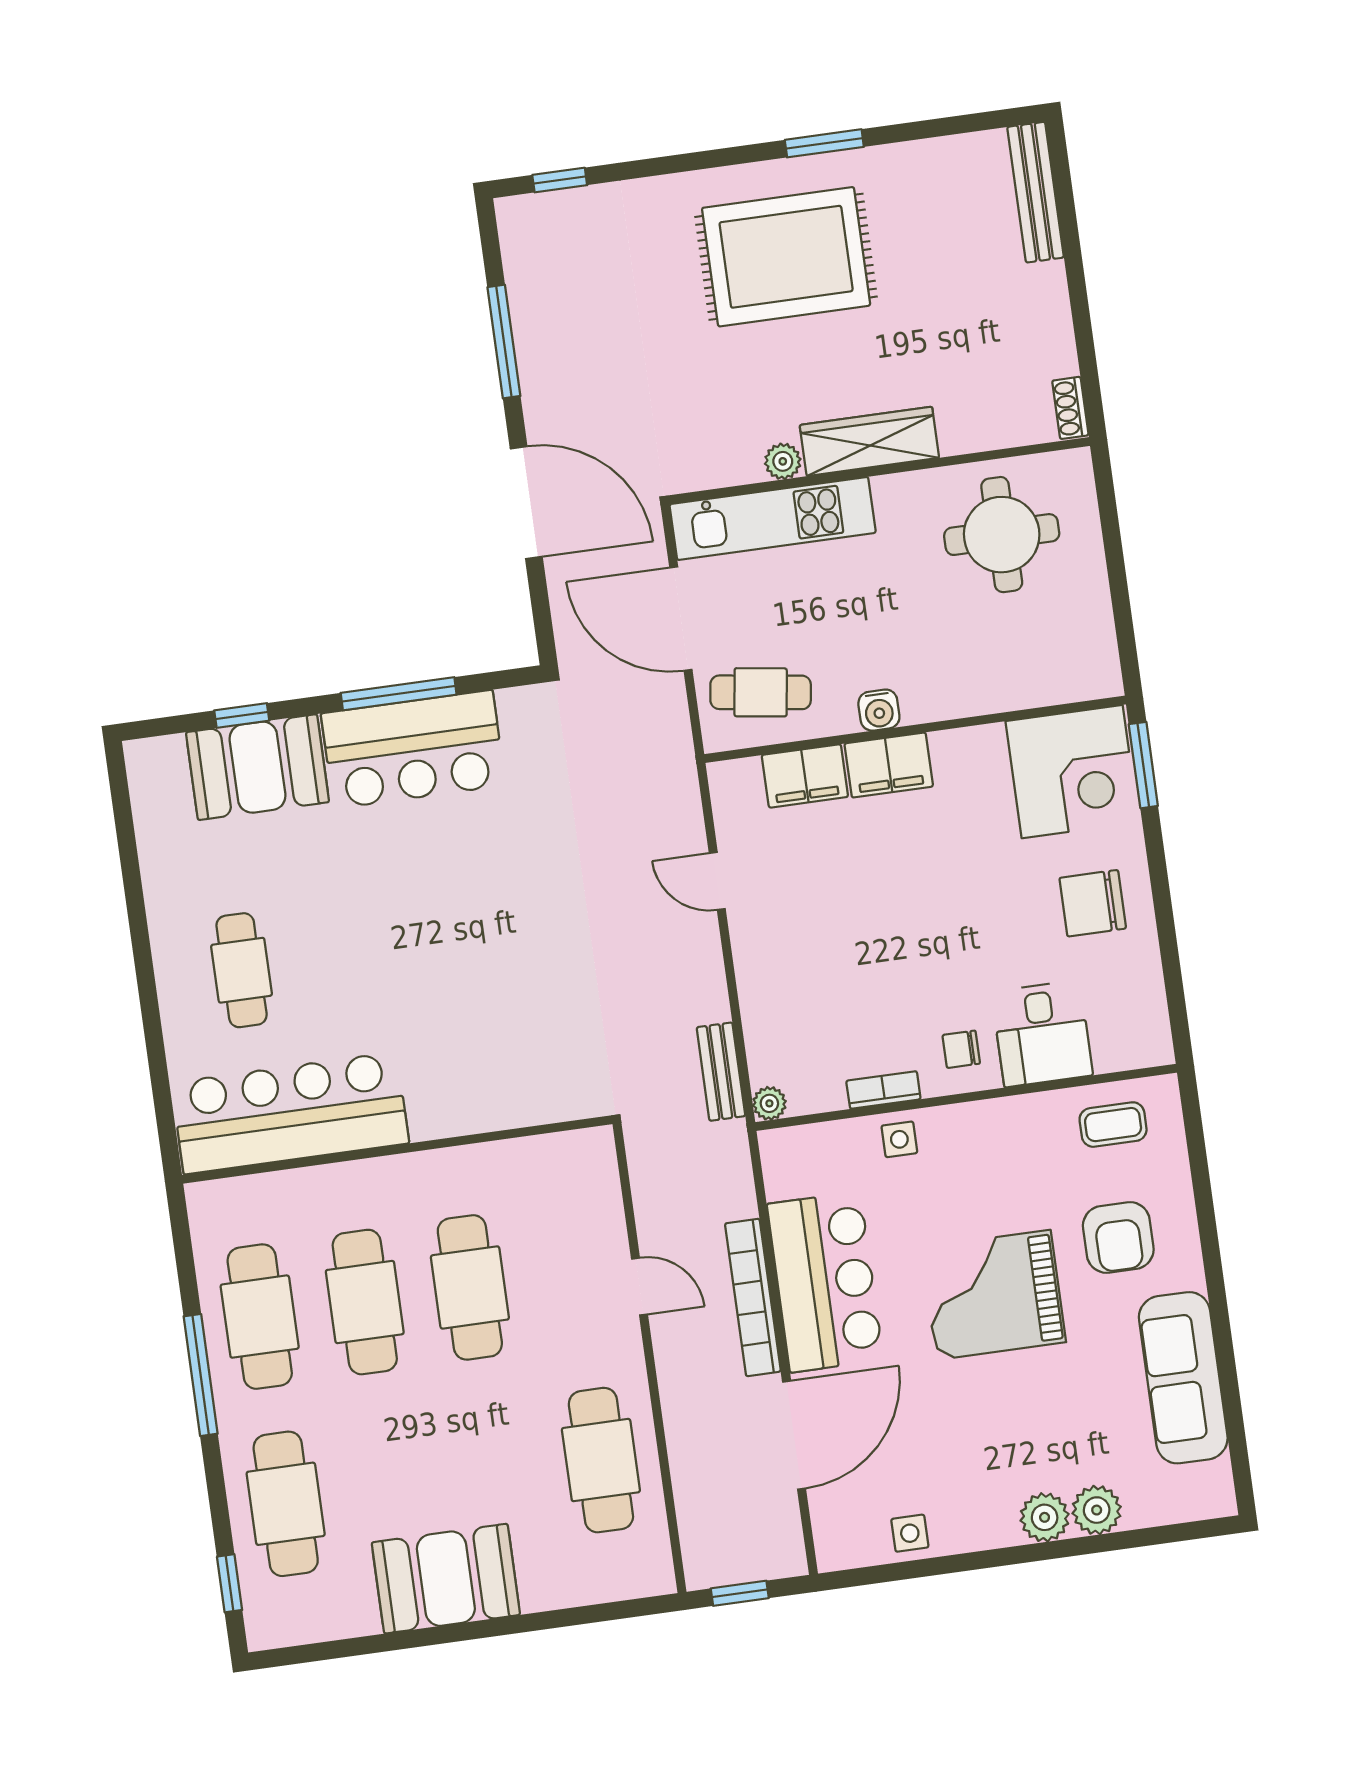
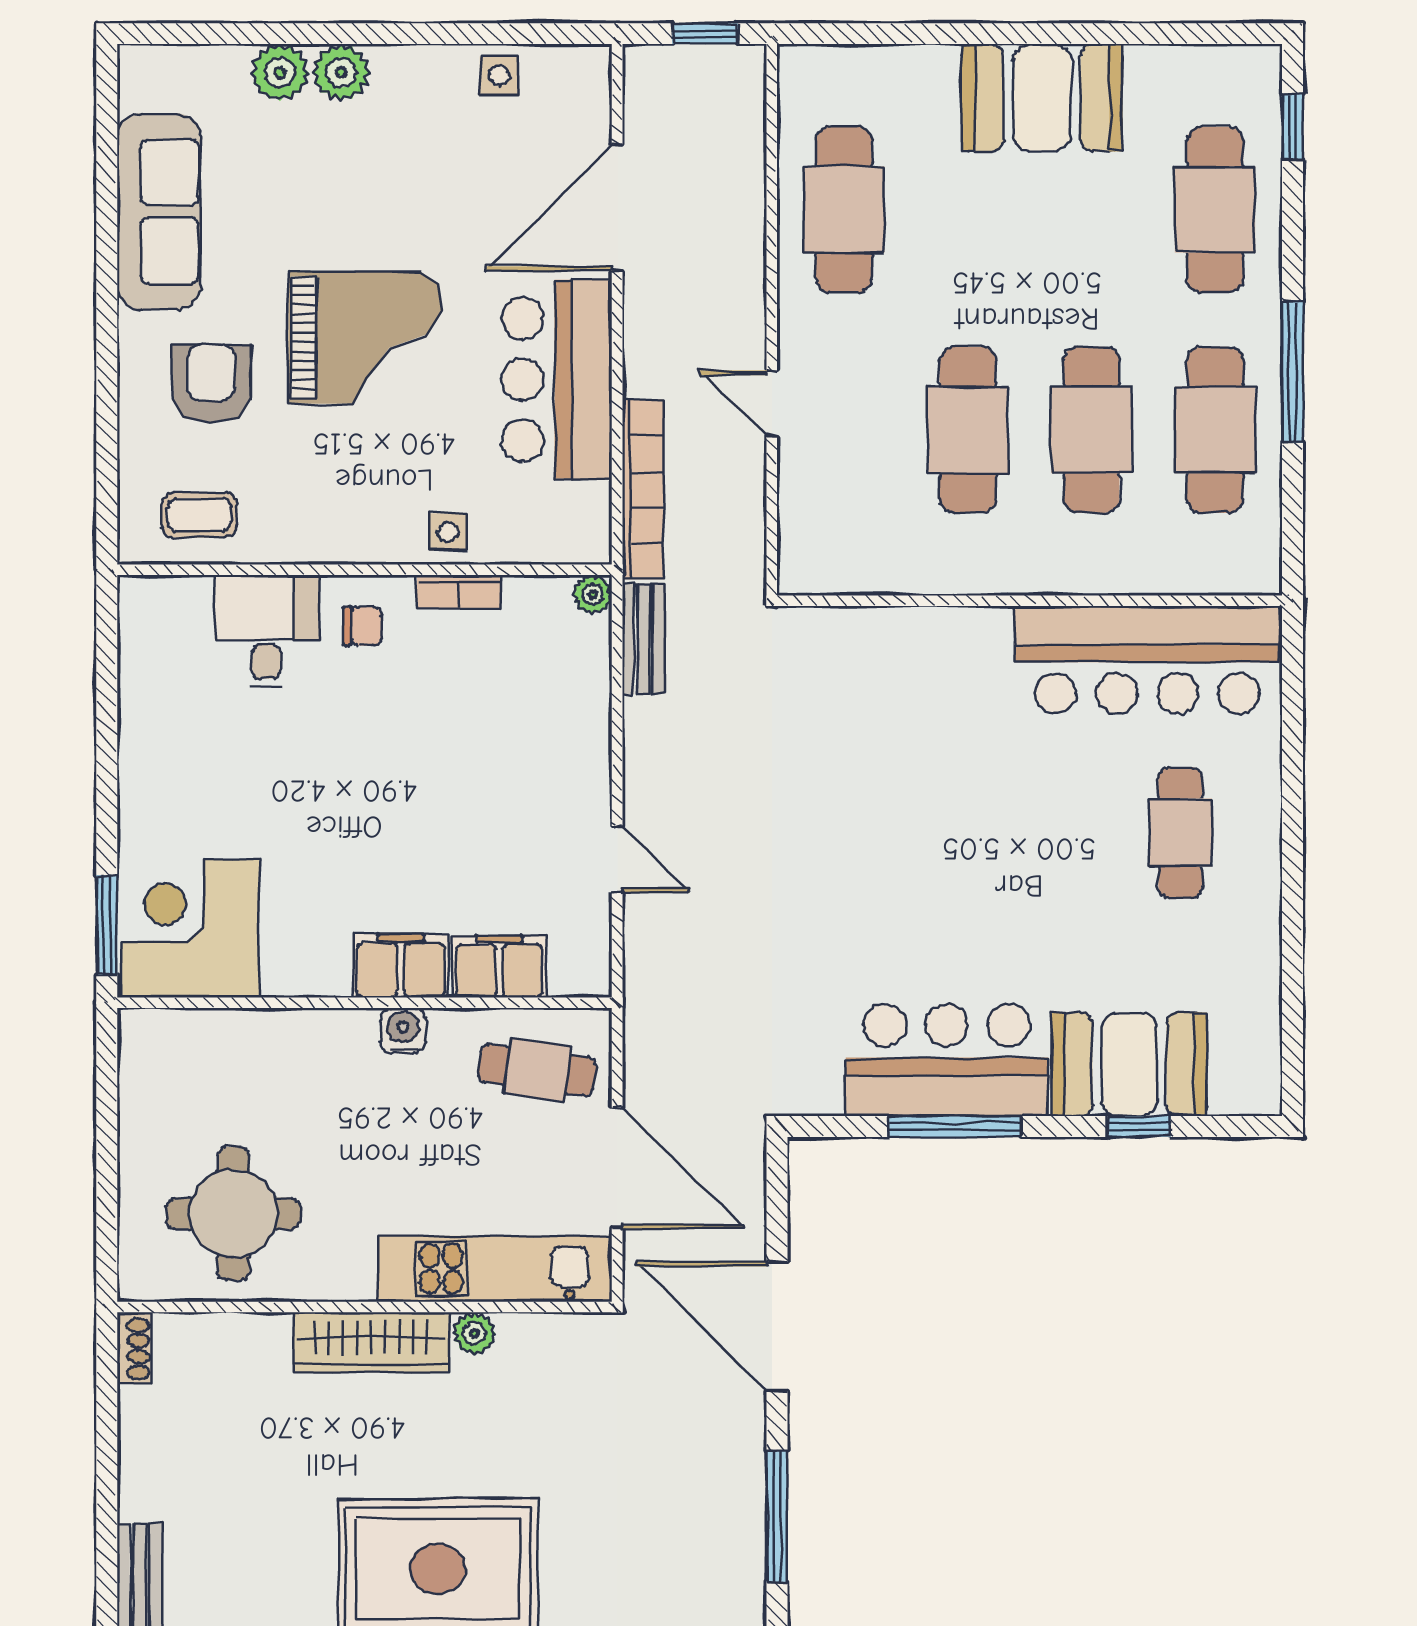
chair: (1093, 903) -> (187, 774), removed
bookcase: (753, 1297) -> (643, 489), moved

